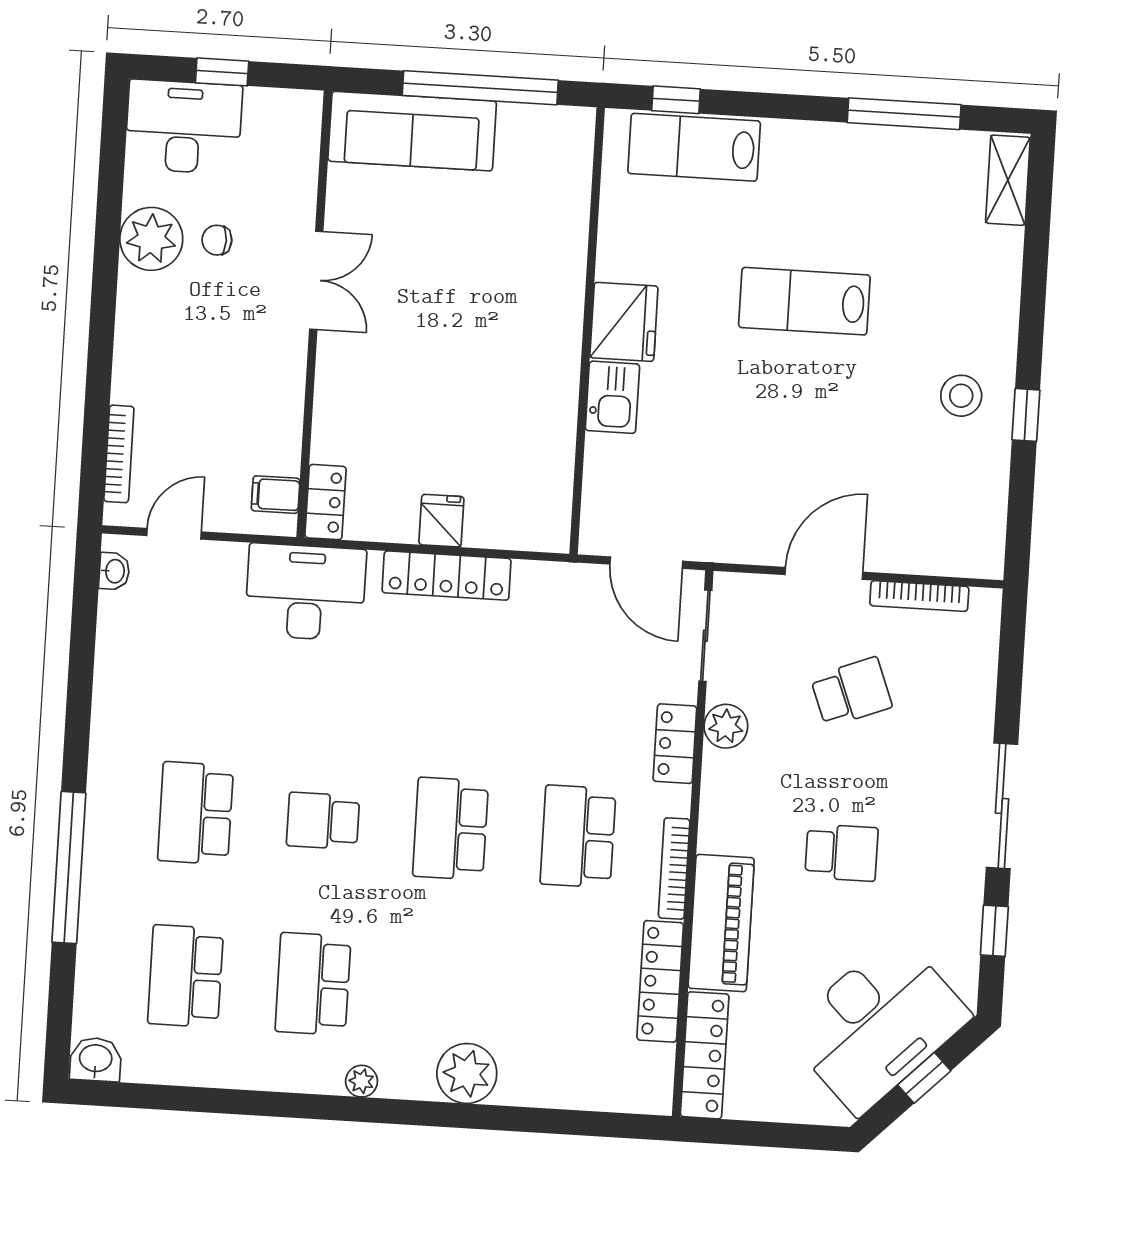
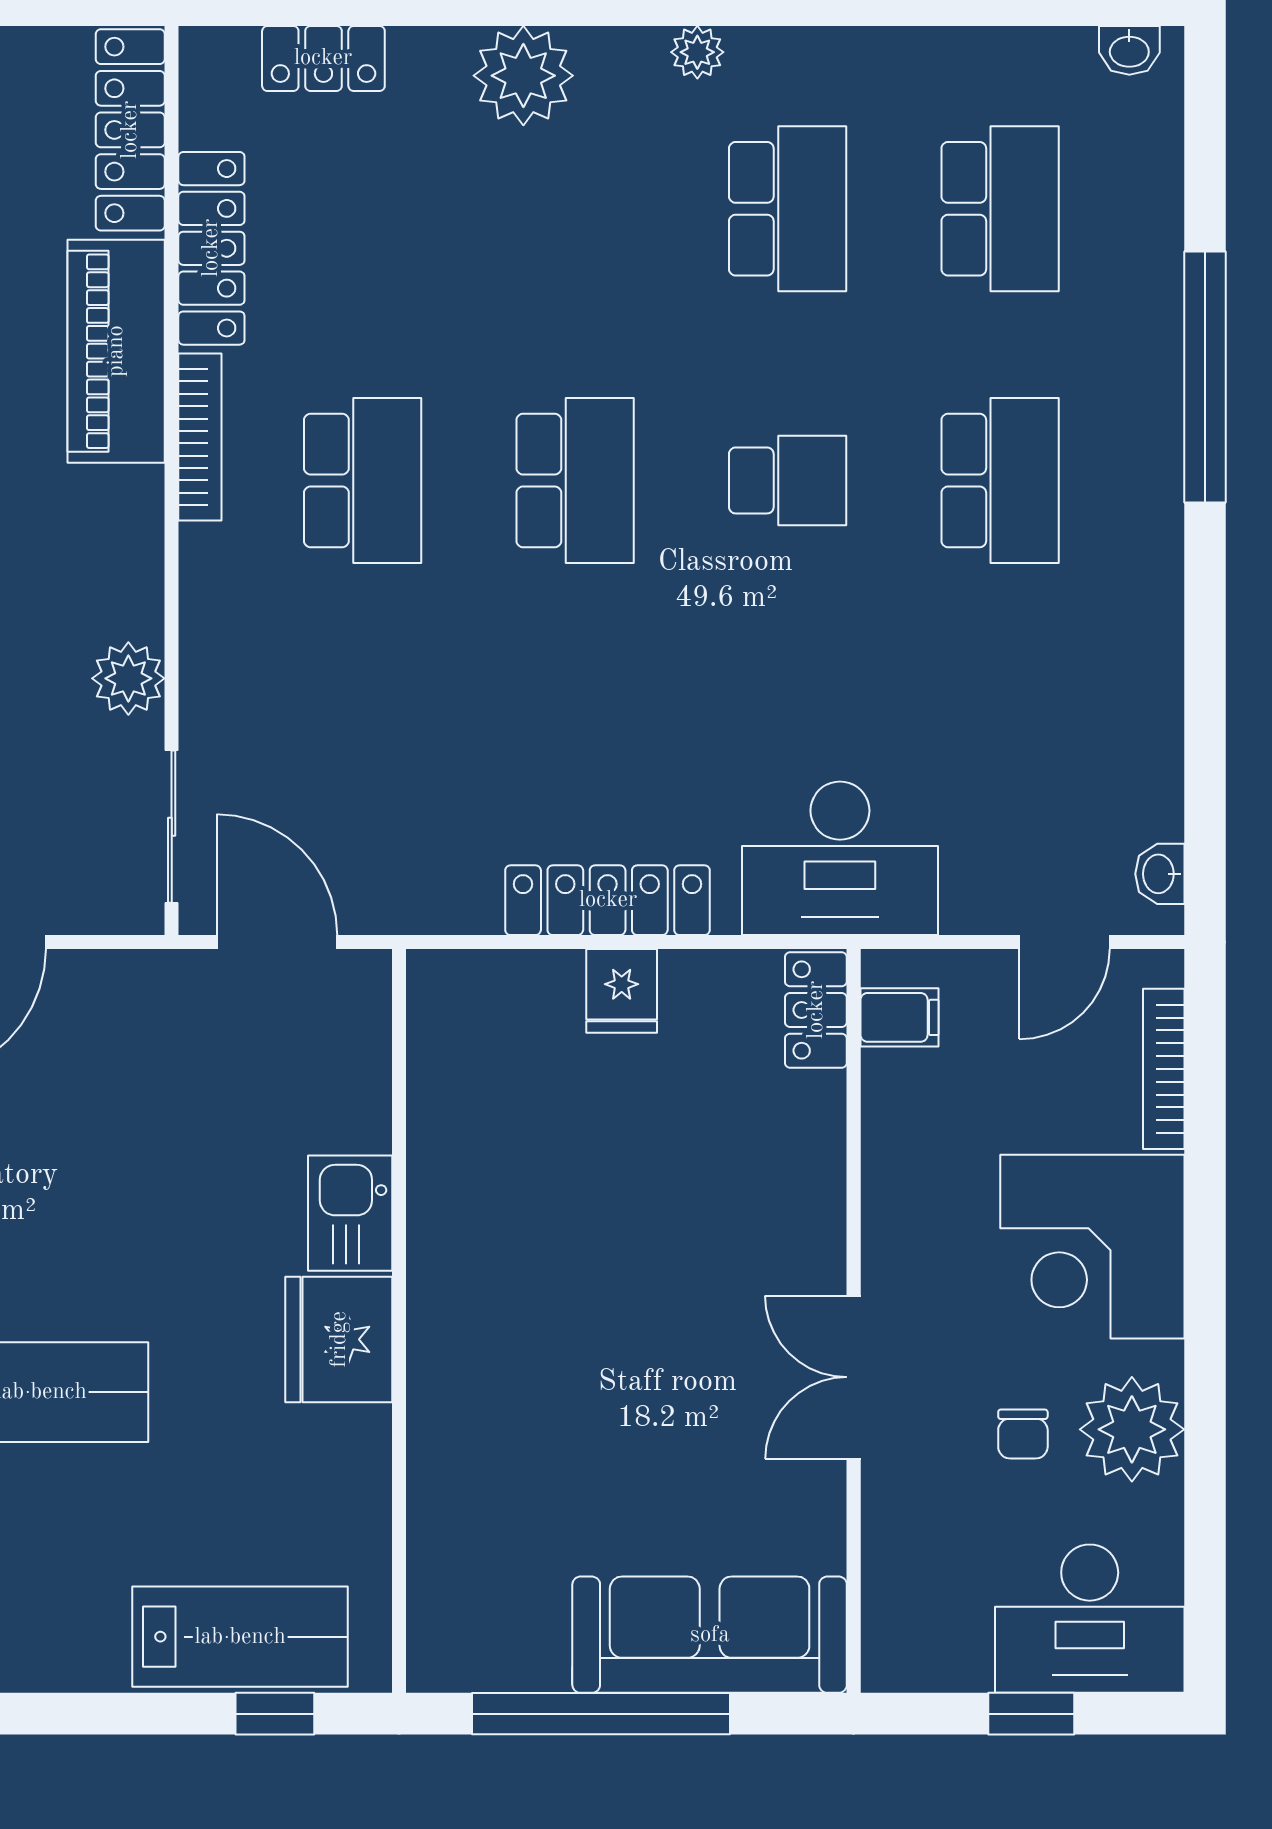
chair: (217, 240) -> (1023, 1434), turned 90
corner desk: (168, 350) -> (1092, 1247), added
locker: (675, 744) -> (323, 58), moved, turned 90
washbasin: (96, 1059) -> (1129, 50), width x0.72, depth x0.69

